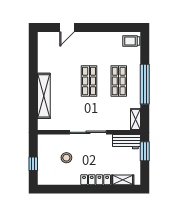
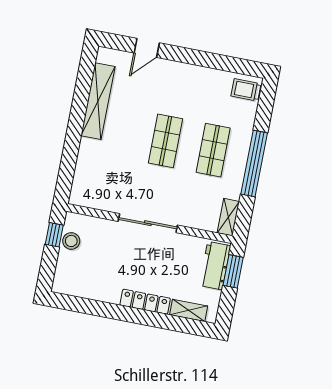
shelving: (44, 96) -> (98, 101), moved
workbench: (127, 142) -> (215, 266), moved, turned 90
stool: (66, 158) -> (71, 241), moved
window: (33, 164) -> (54, 235), moved

